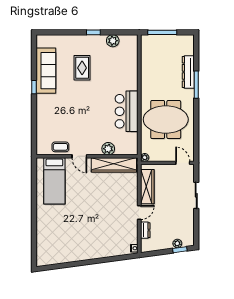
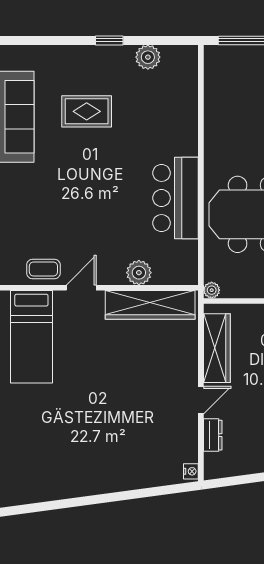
rug: (82, 68) -> (87, 111), turned 90
door: (79, 156) -> (81, 288), swing flipped

